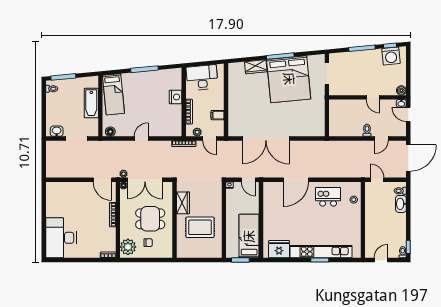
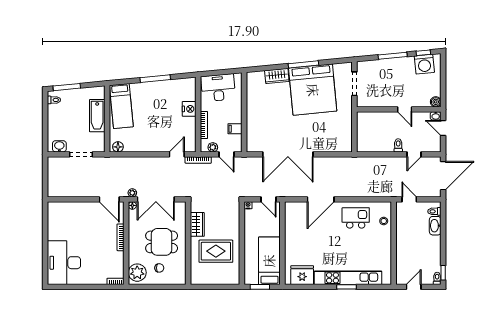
door: (141, 139) -> (177, 154), moved

